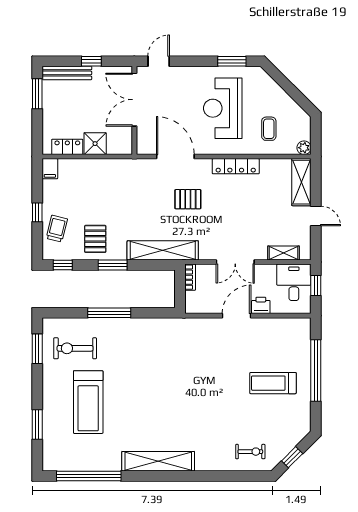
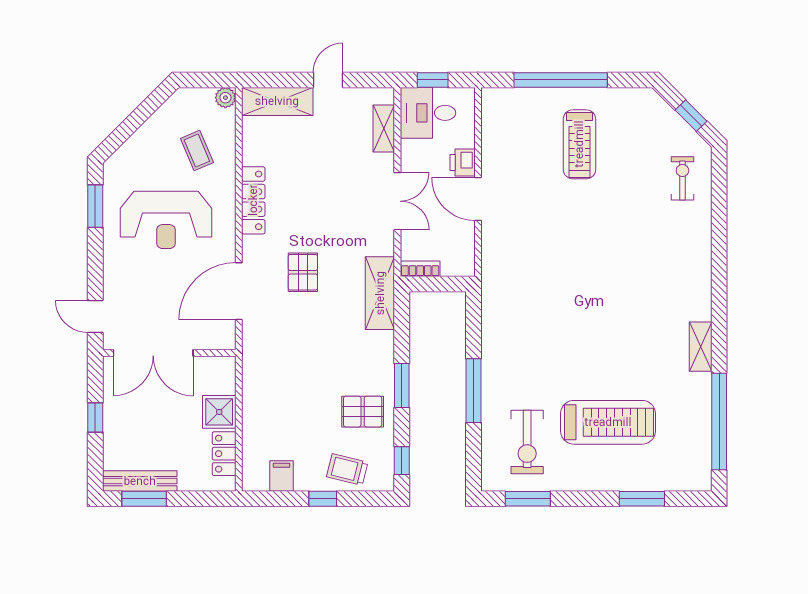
bench: (67, 73) -> (140, 481), moved, turned 90
coffee table: (269, 129) -> (197, 151), turned 67
filing cabinet: (50, 169) -> (281, 476), moved, turned -90
shelving: (163, 250) -> (380, 293), width x0.68
shelving: (158, 461) -> (701, 347), width x0.45, depth x0.75

